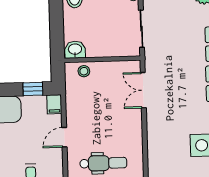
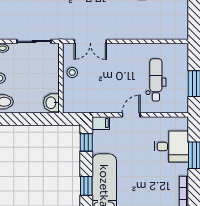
stool: (84, 71) -> (72, 72), moved
door: (64, 137) -> (131, 115), swing flipped

